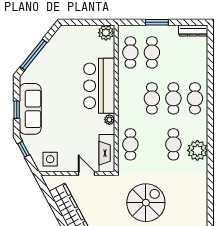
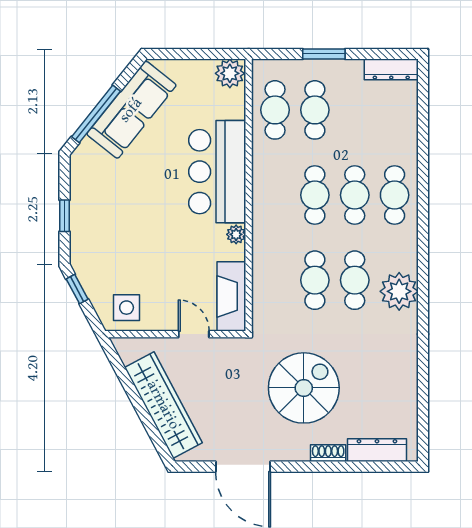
sofa: (30, 109) -> (131, 110), moved, turned 39
cafe table: (130, 144) -> (315, 280), moved

